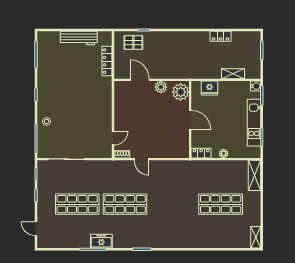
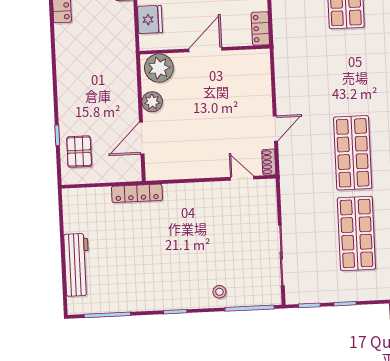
workbench: (79, 38) -> (77, 265), moved
locker: (107, 61) -> (137, 193), moved

